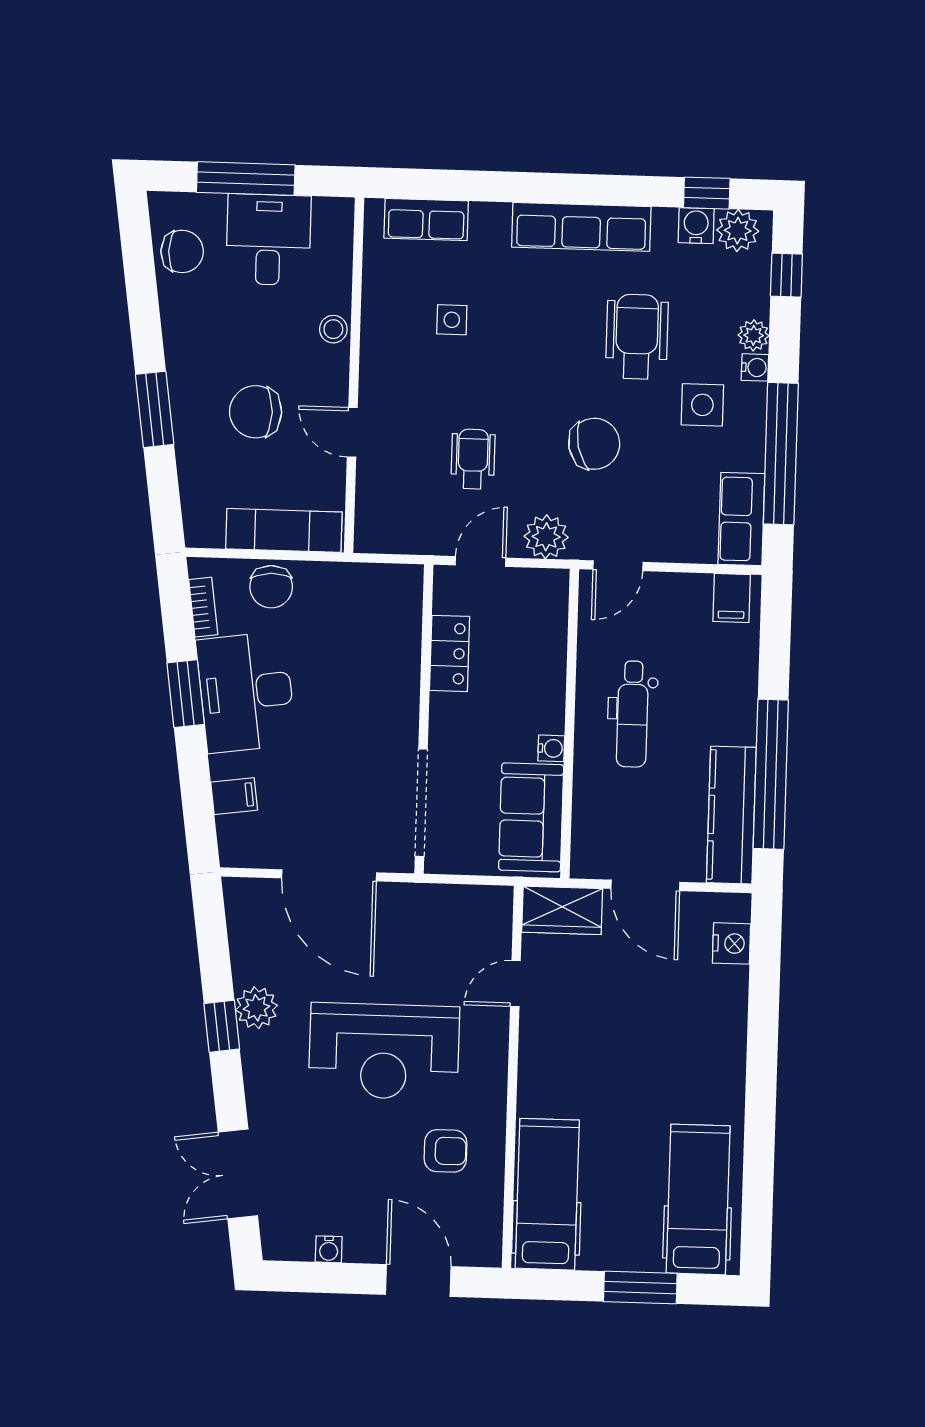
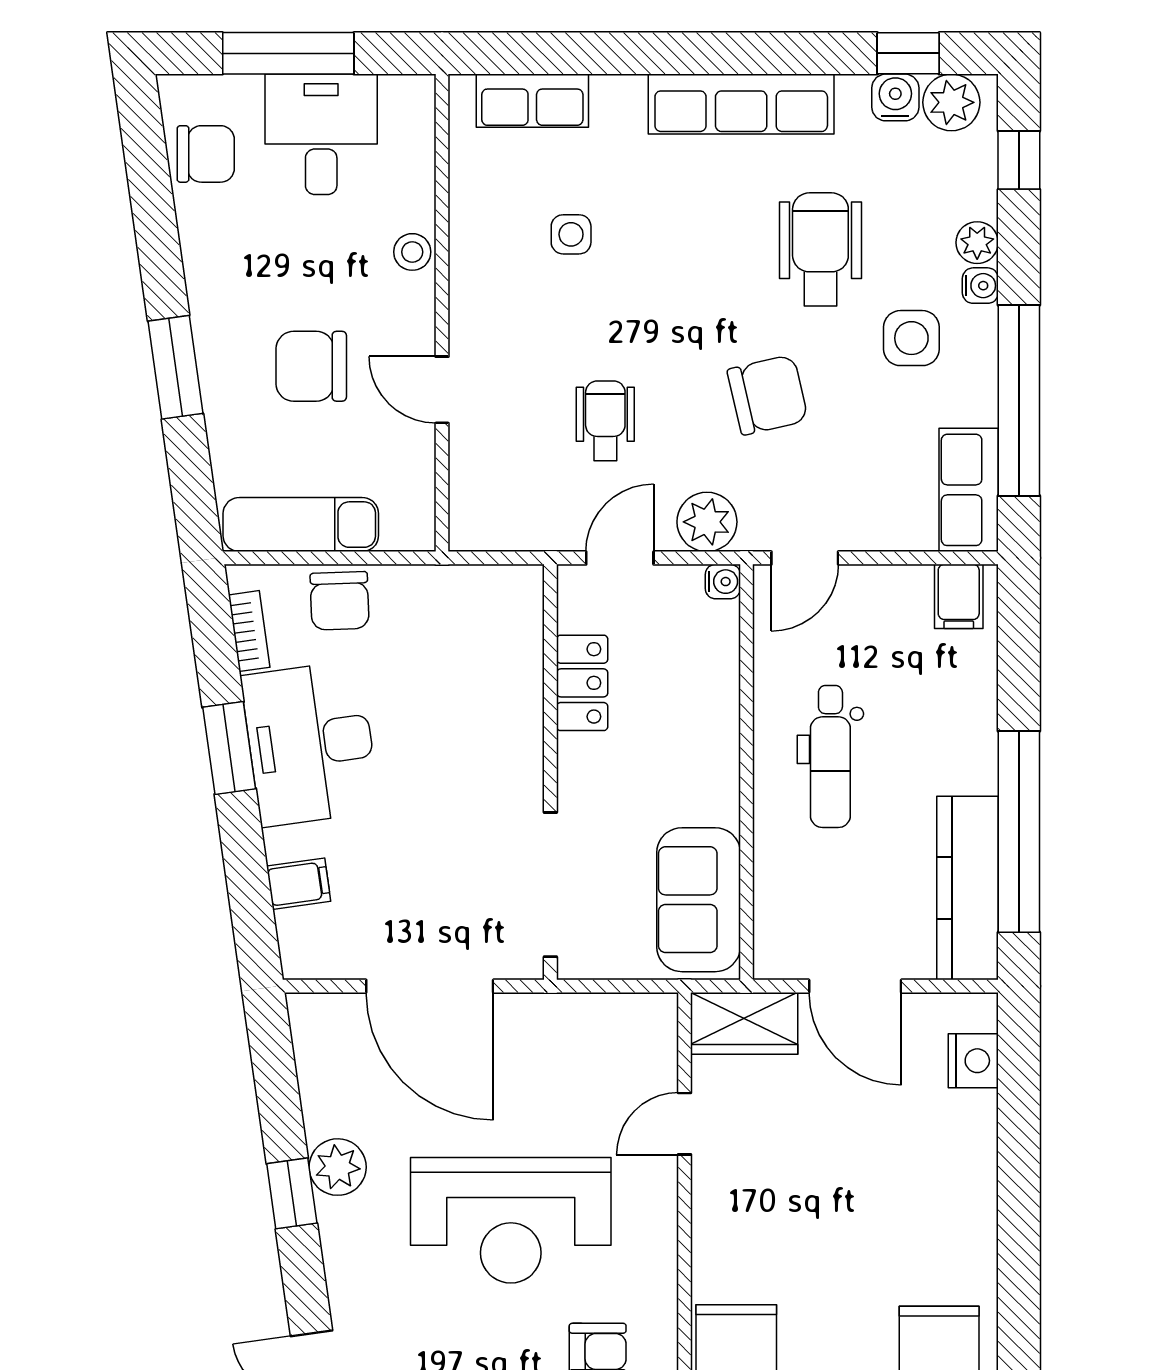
exam couch: (284, 530) -> (301, 525), moved
water cooler: (551, 748) -> (723, 582), moved

